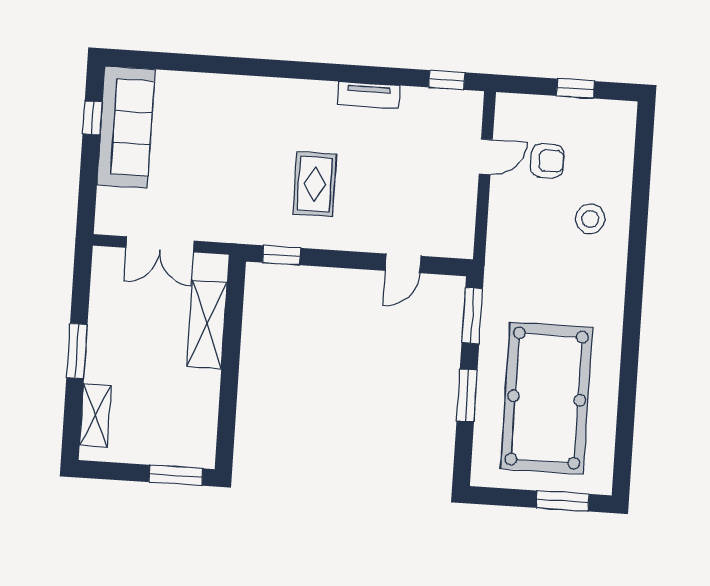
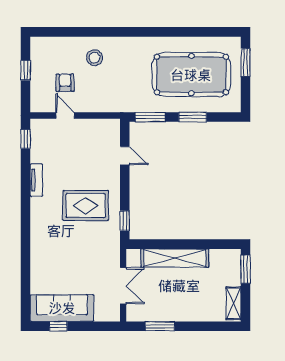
rug: (315, 184) -> (86, 206), width x1.36, depth x1.43
shelving: (207, 324) -> (175, 258), width x1.47
window: (77, 351) -> (160, 326), moved
shelving: (95, 415) -> (233, 303), moved, turned 90

